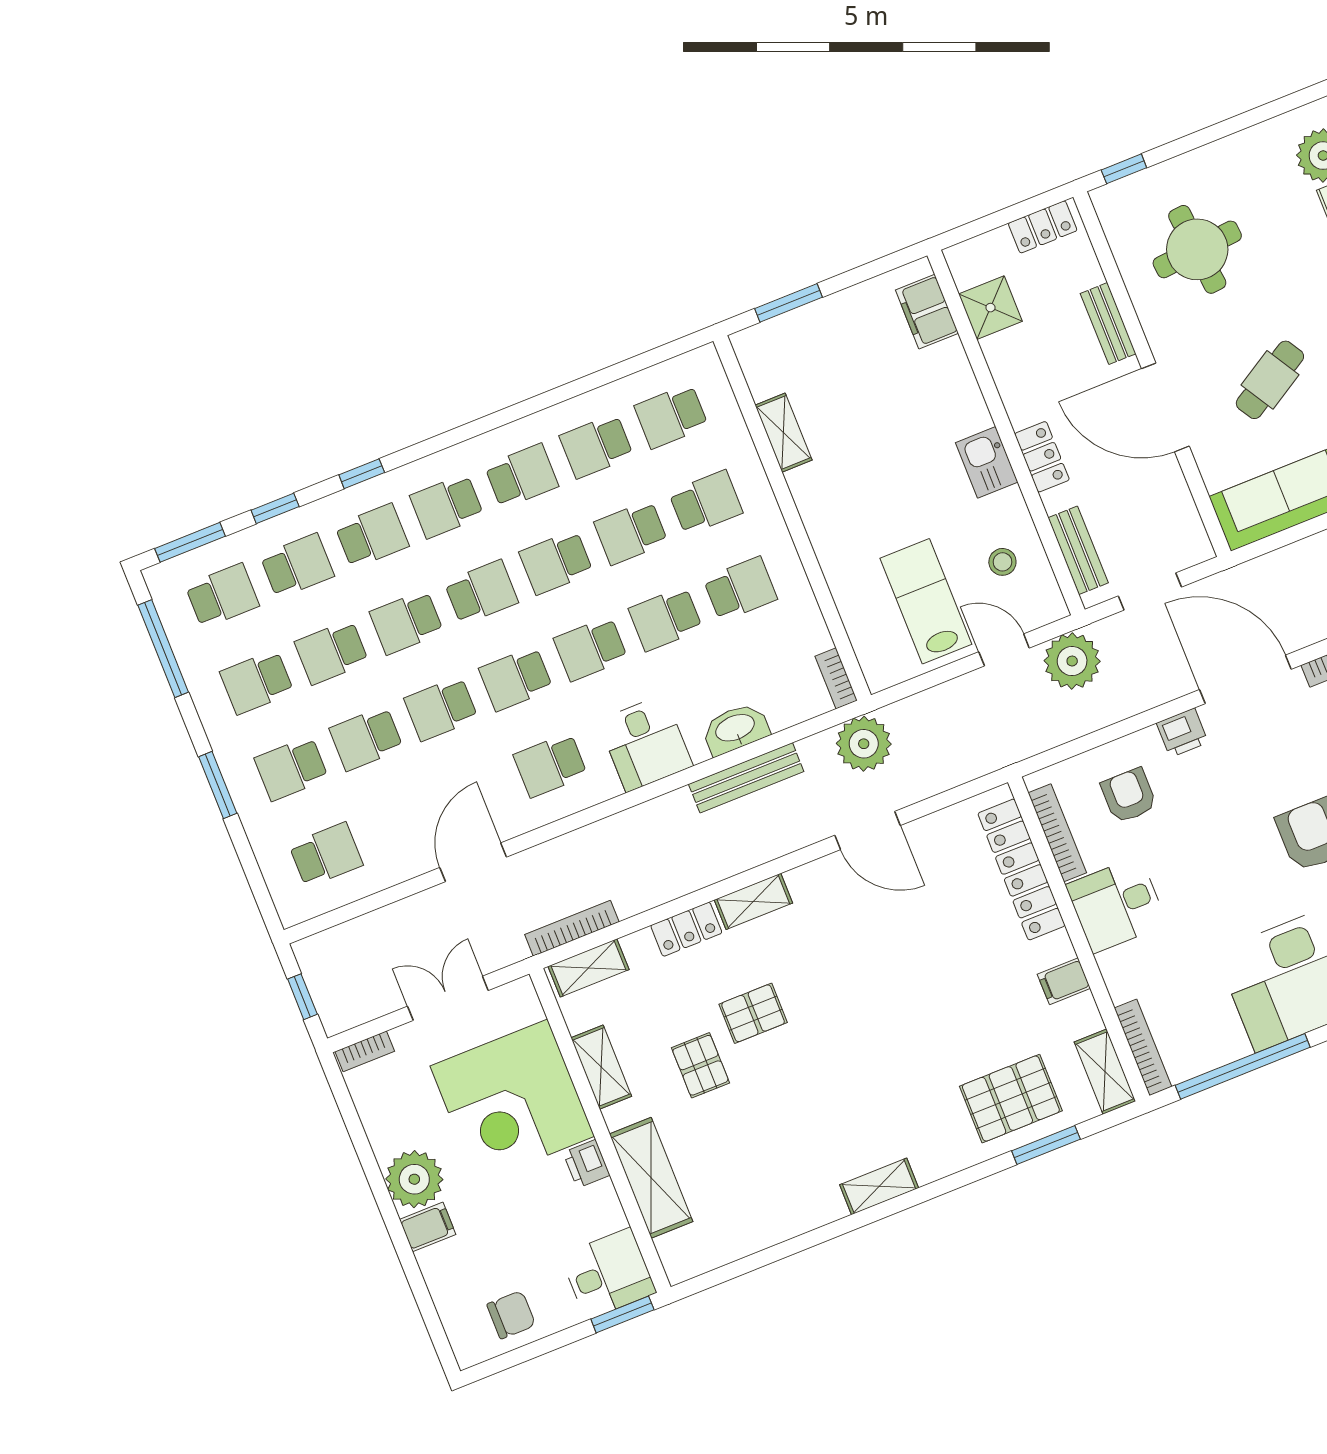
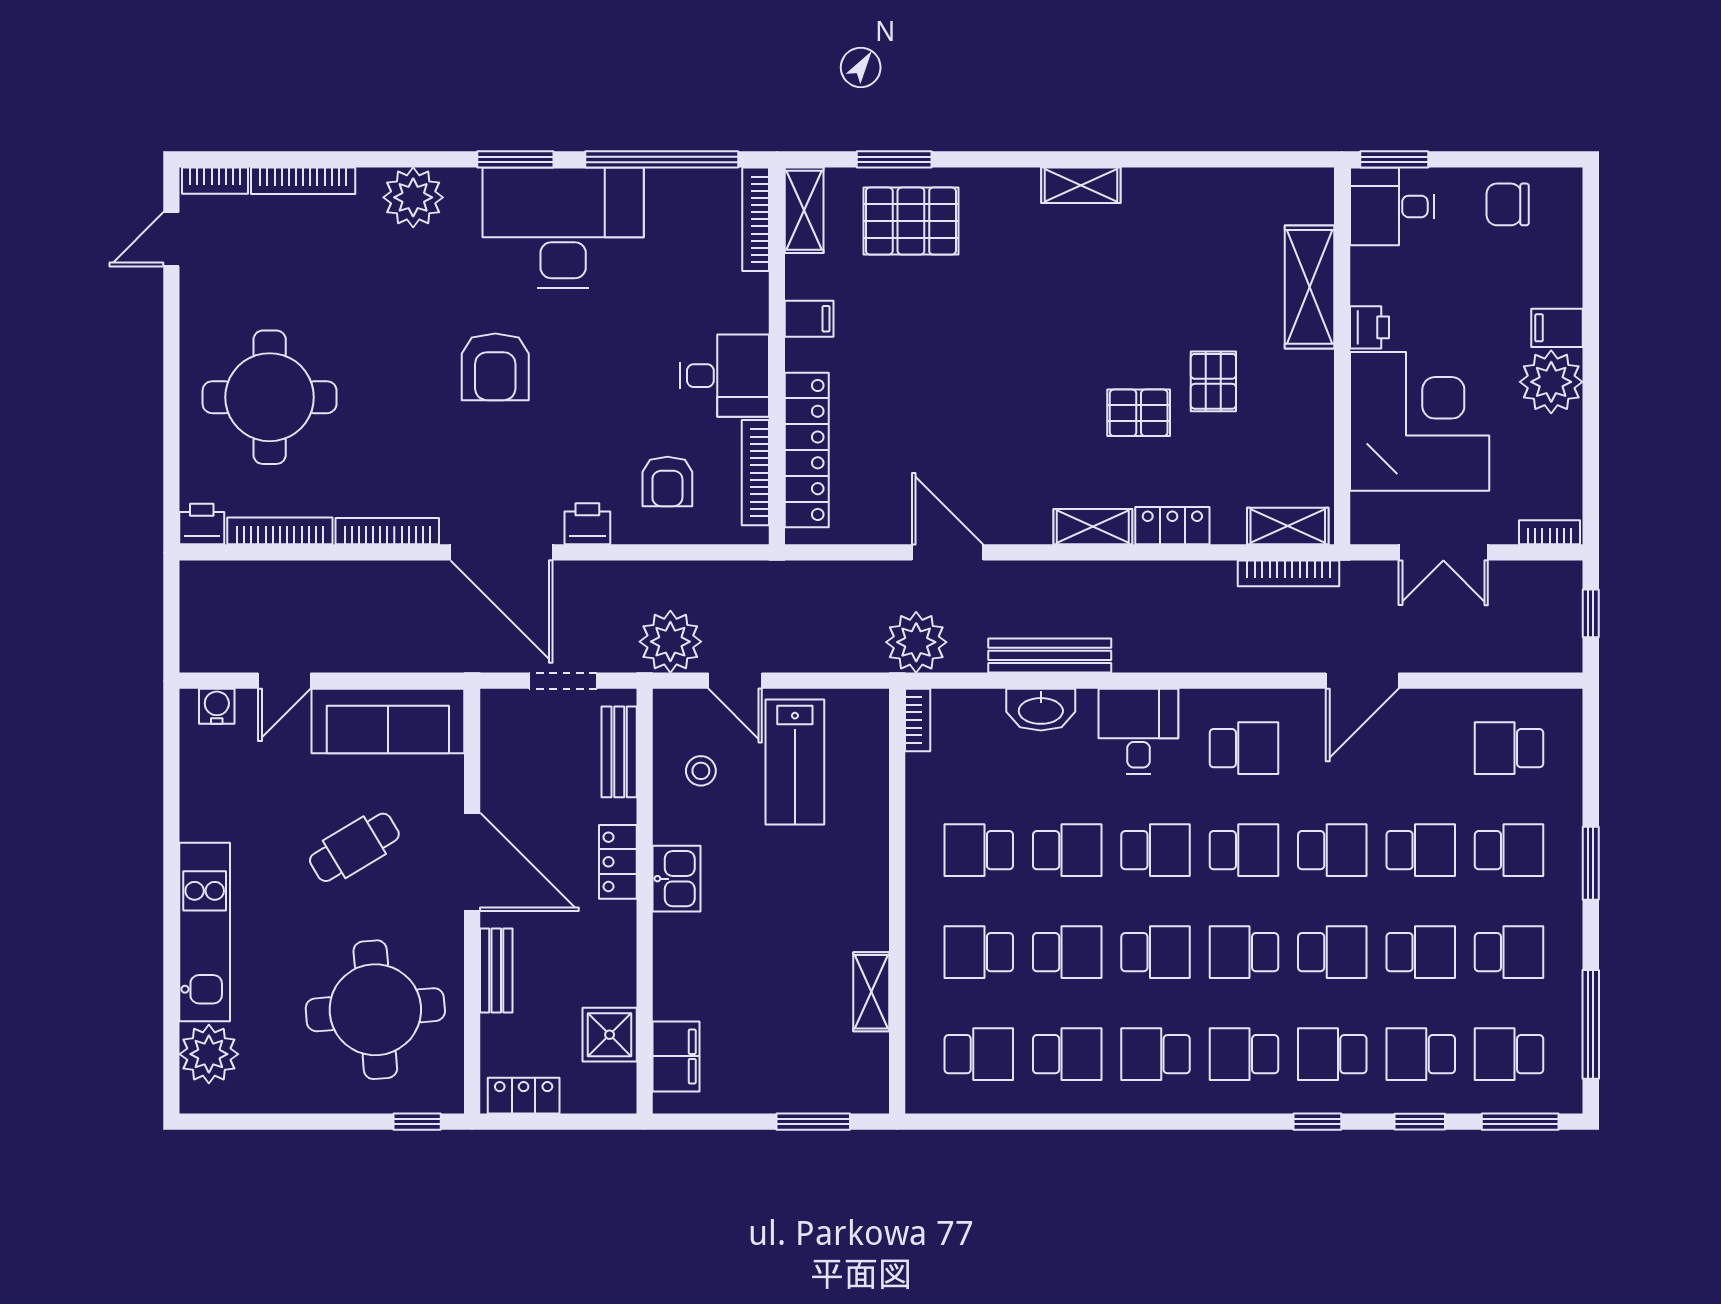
round table: (1197, 249) -> (375, 1010), width x1.36, depth x1.36
school desk: (447, 506) -> (1244, 1054), turned 180
shelving: (601, 1067) -> (1315, 420), removed

